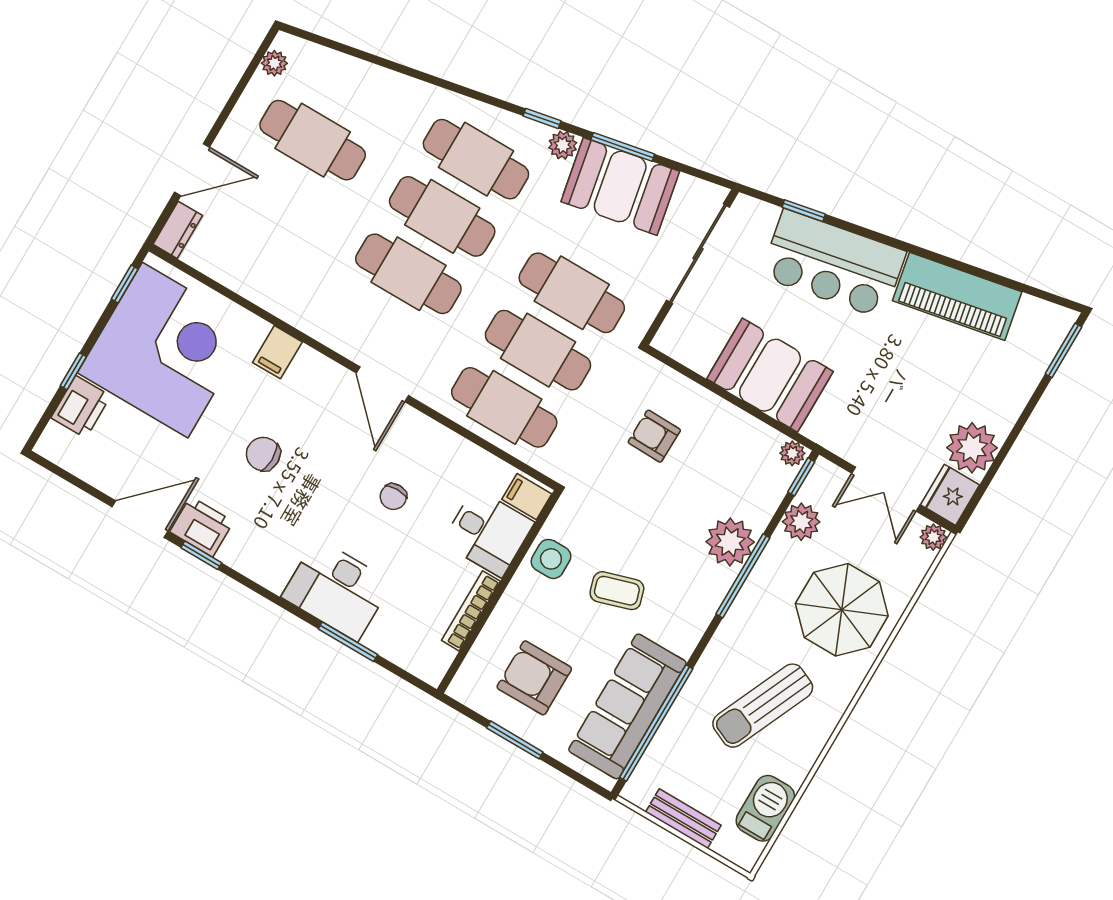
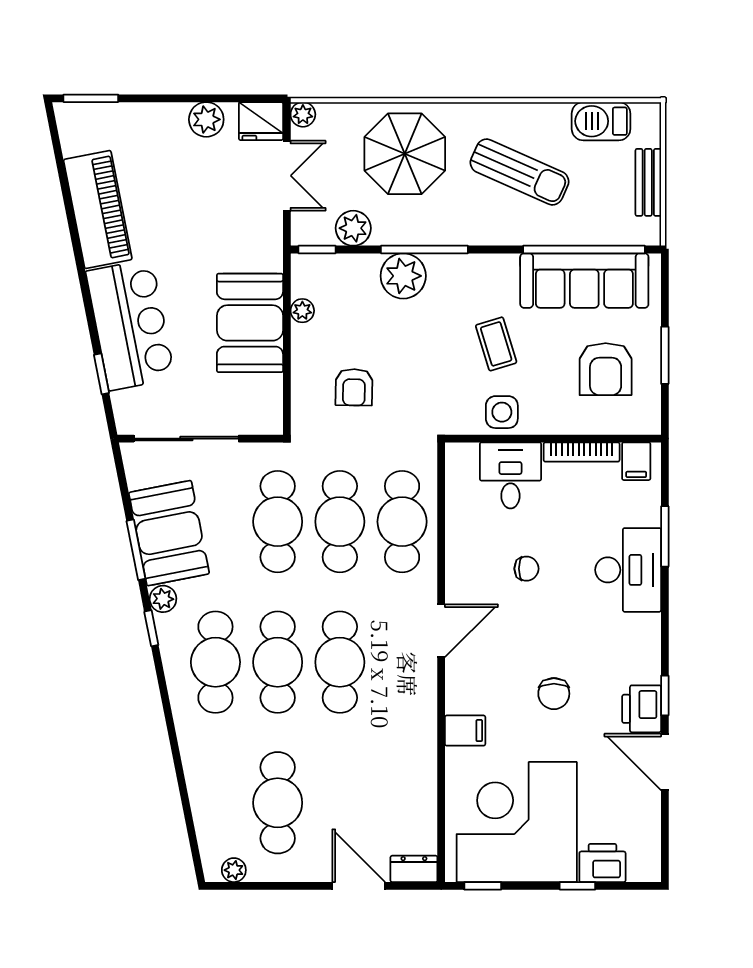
plant: (972, 448) -> (206, 119), width x0.73, depth x0.73
plant: (792, 453) -> (302, 311), moved
filing cabinet: (527, 497) -> (636, 461), moved

